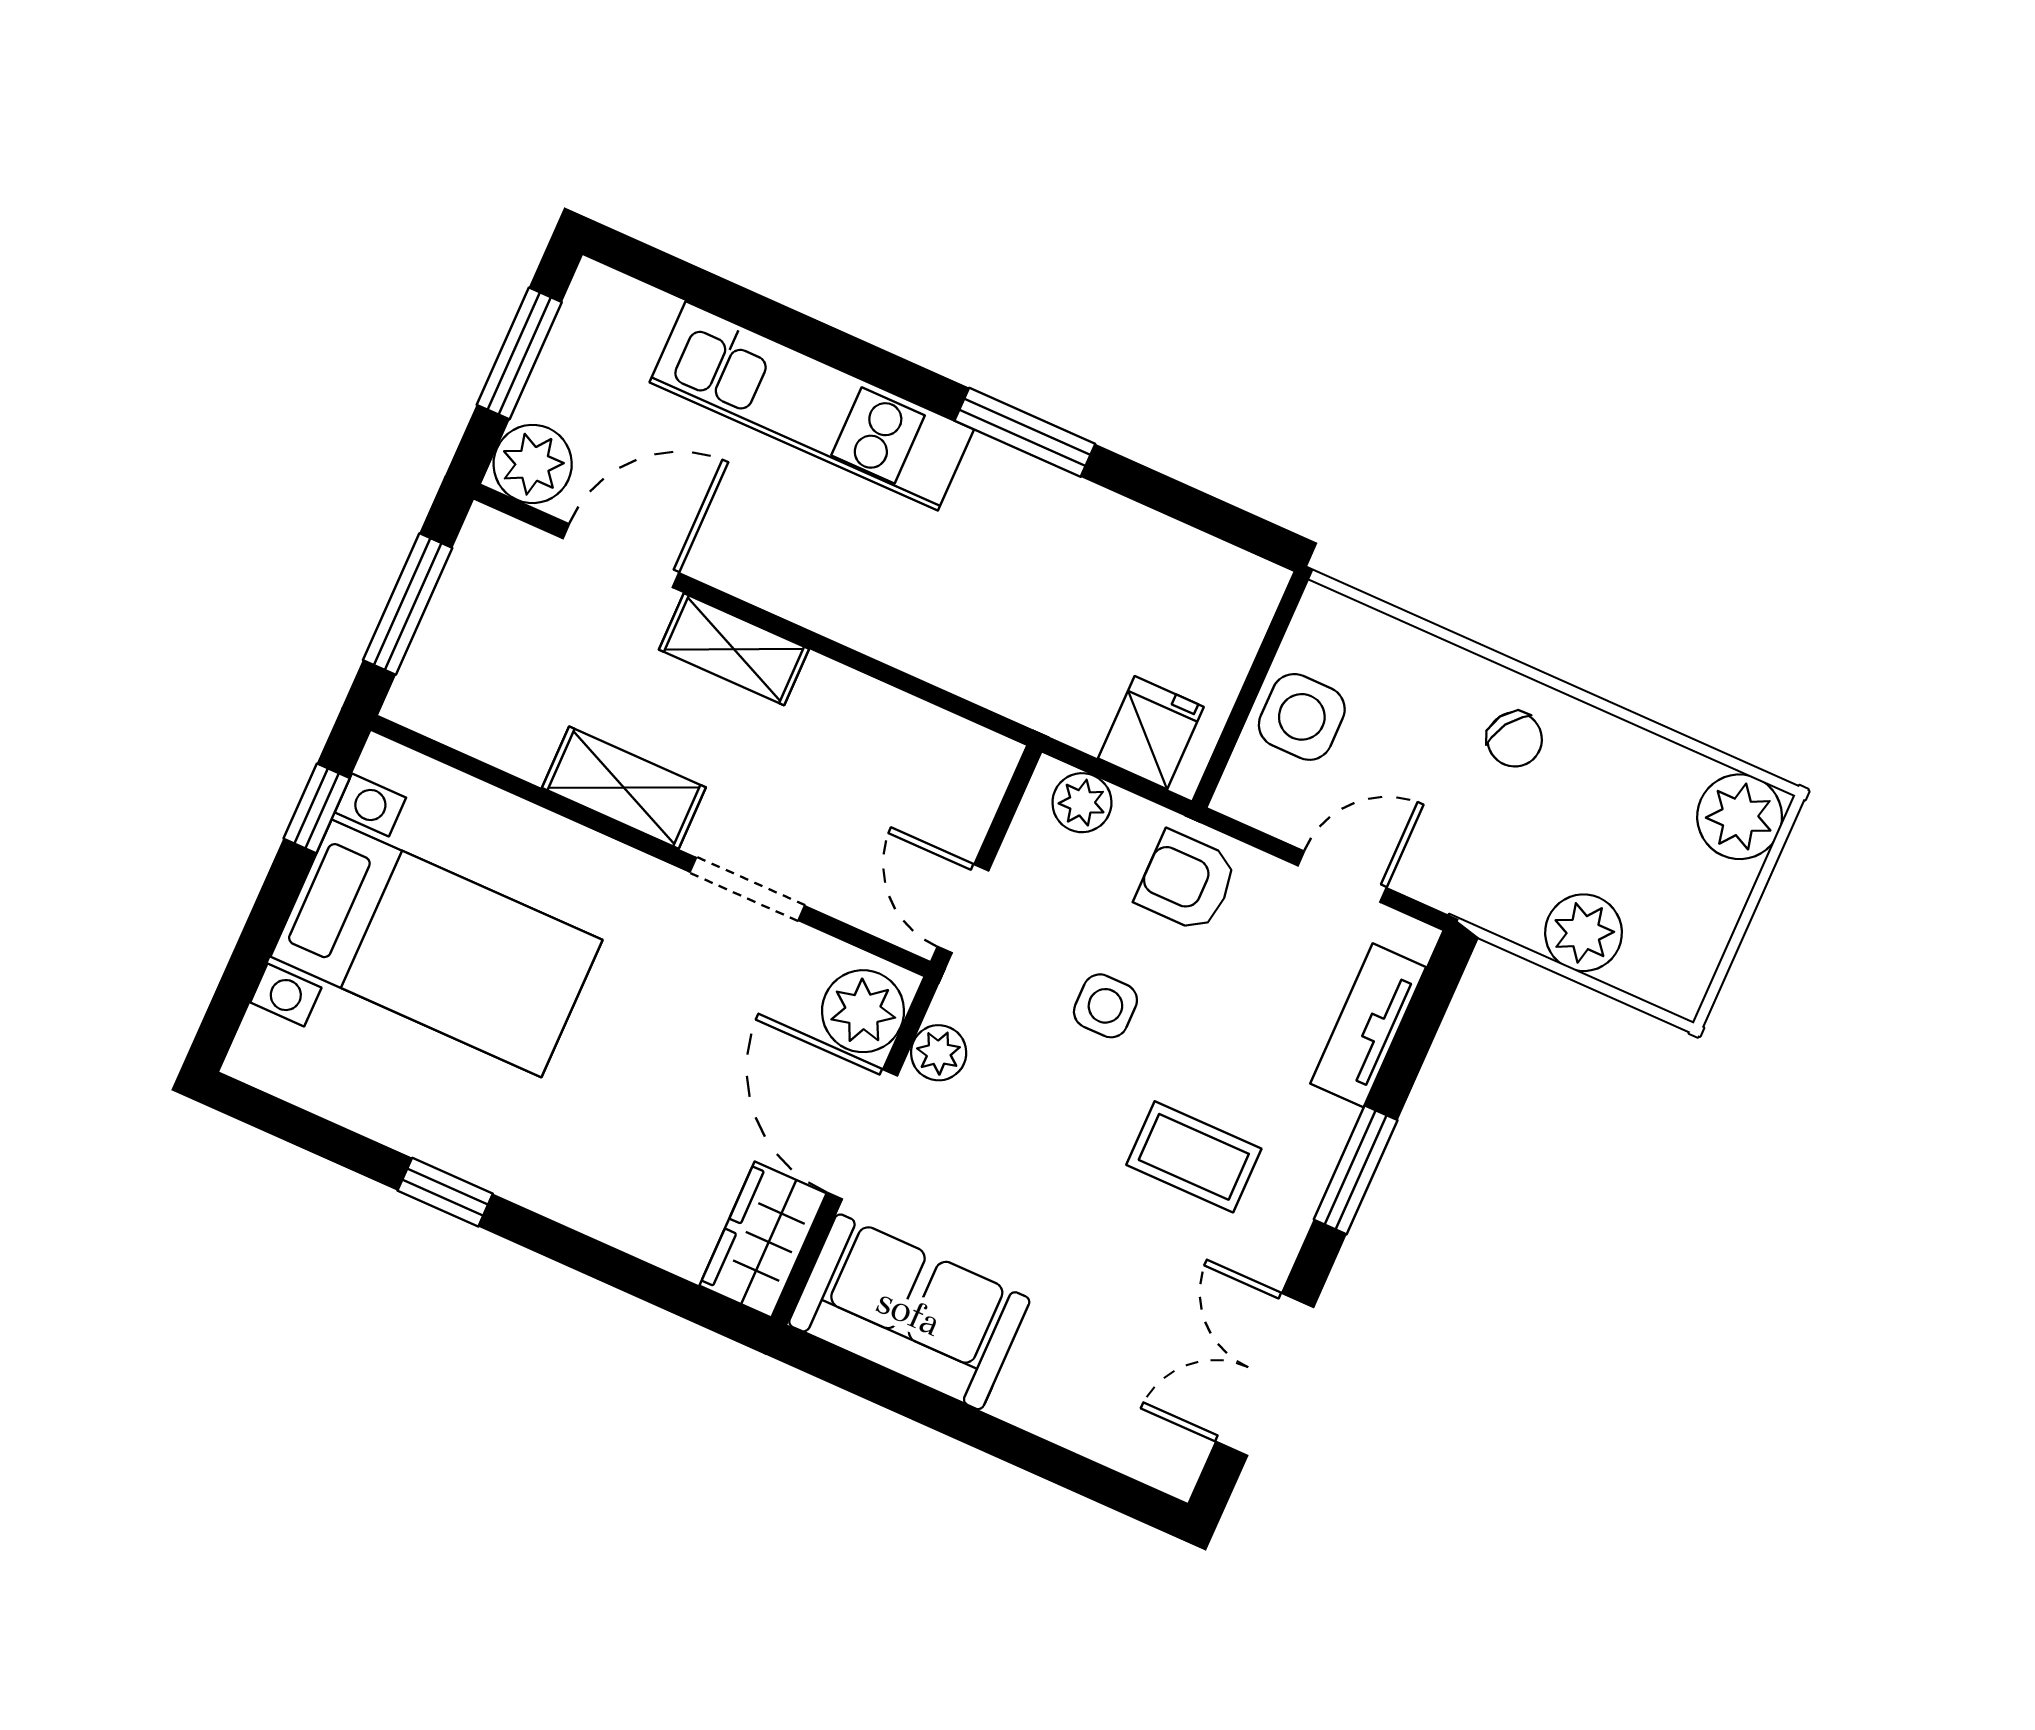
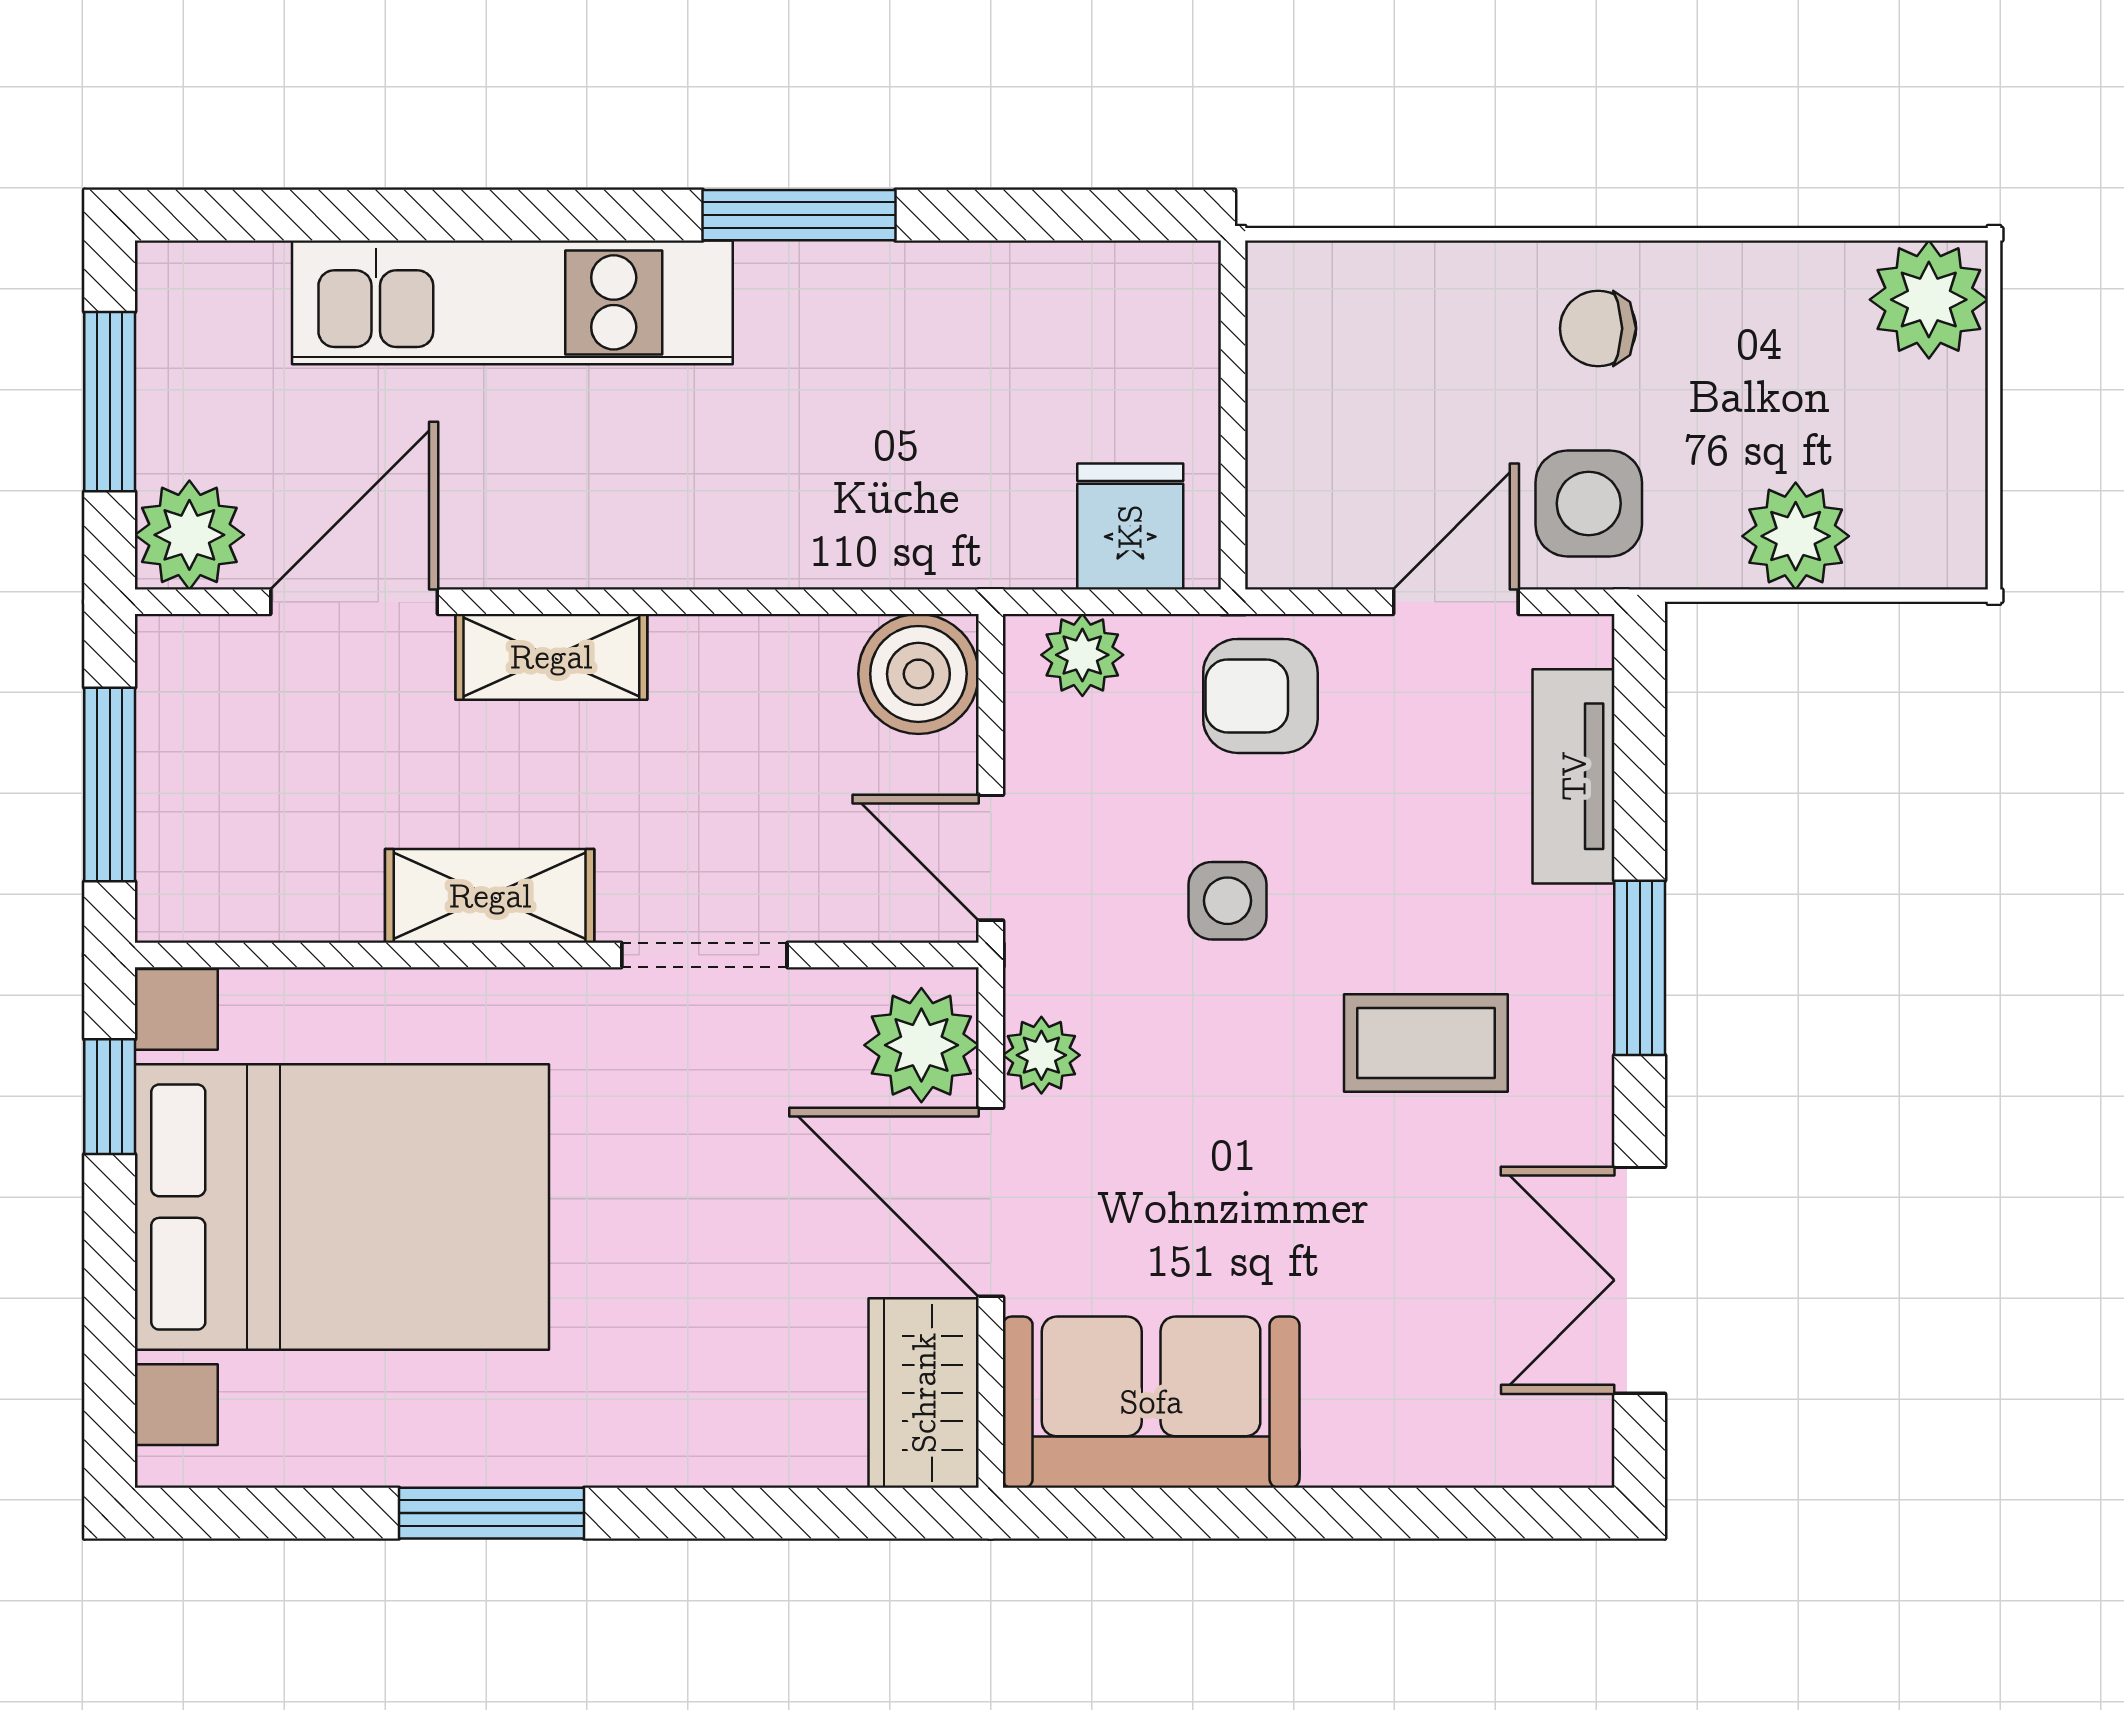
side table: (1302, 717) -> (1589, 504), moved
chair: (1515, 739) -> (1598, 328), turned 147
boiler: (969, 767) -> (918, 674), added
bed with nightstands: (436, 948) -> (342, 1207), width x1.36
window: (445, 1192) -> (491, 1513), width x1.50

